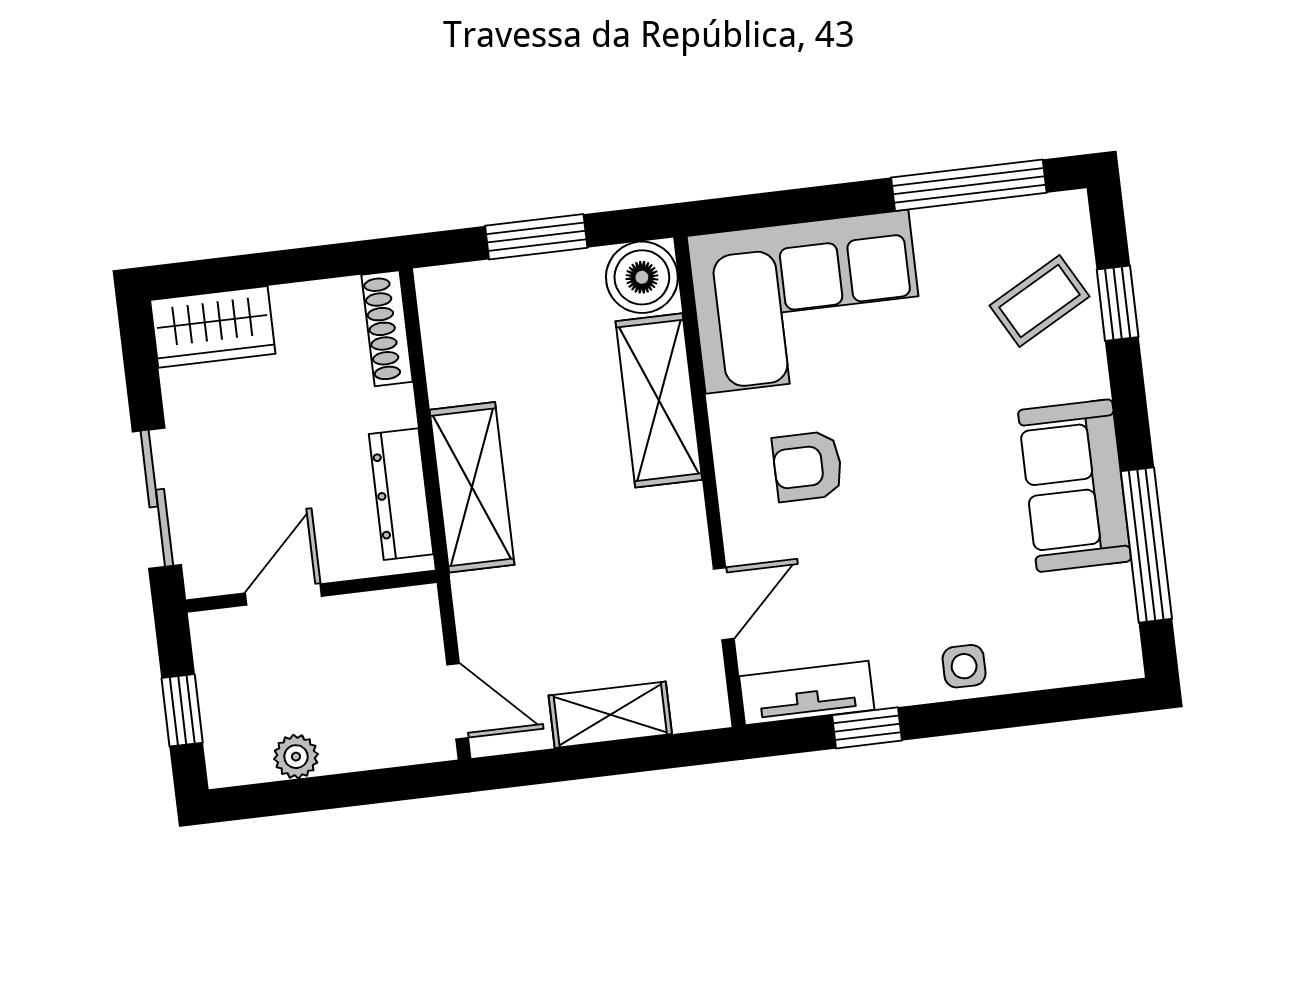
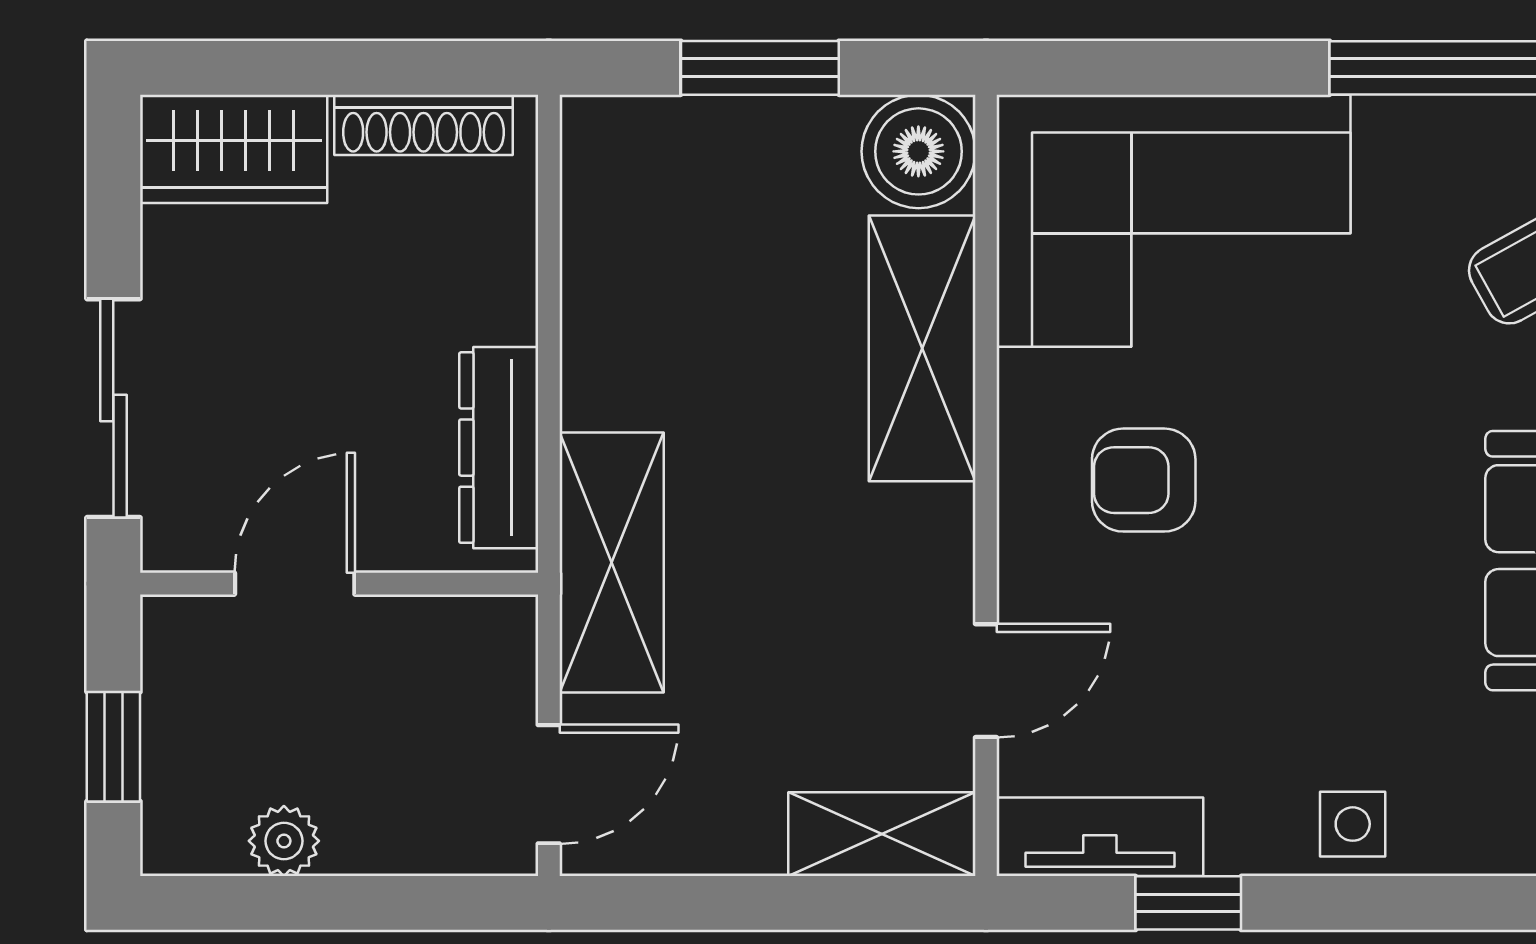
shoe rack: (387, 328) -> (423, 125), moved, turned -90
shelving: (472, 487) -> (612, 563), moved
door: (458, 701) -> (549, 784), hinge flipped
shelving: (610, 715) -> (882, 834), moved

